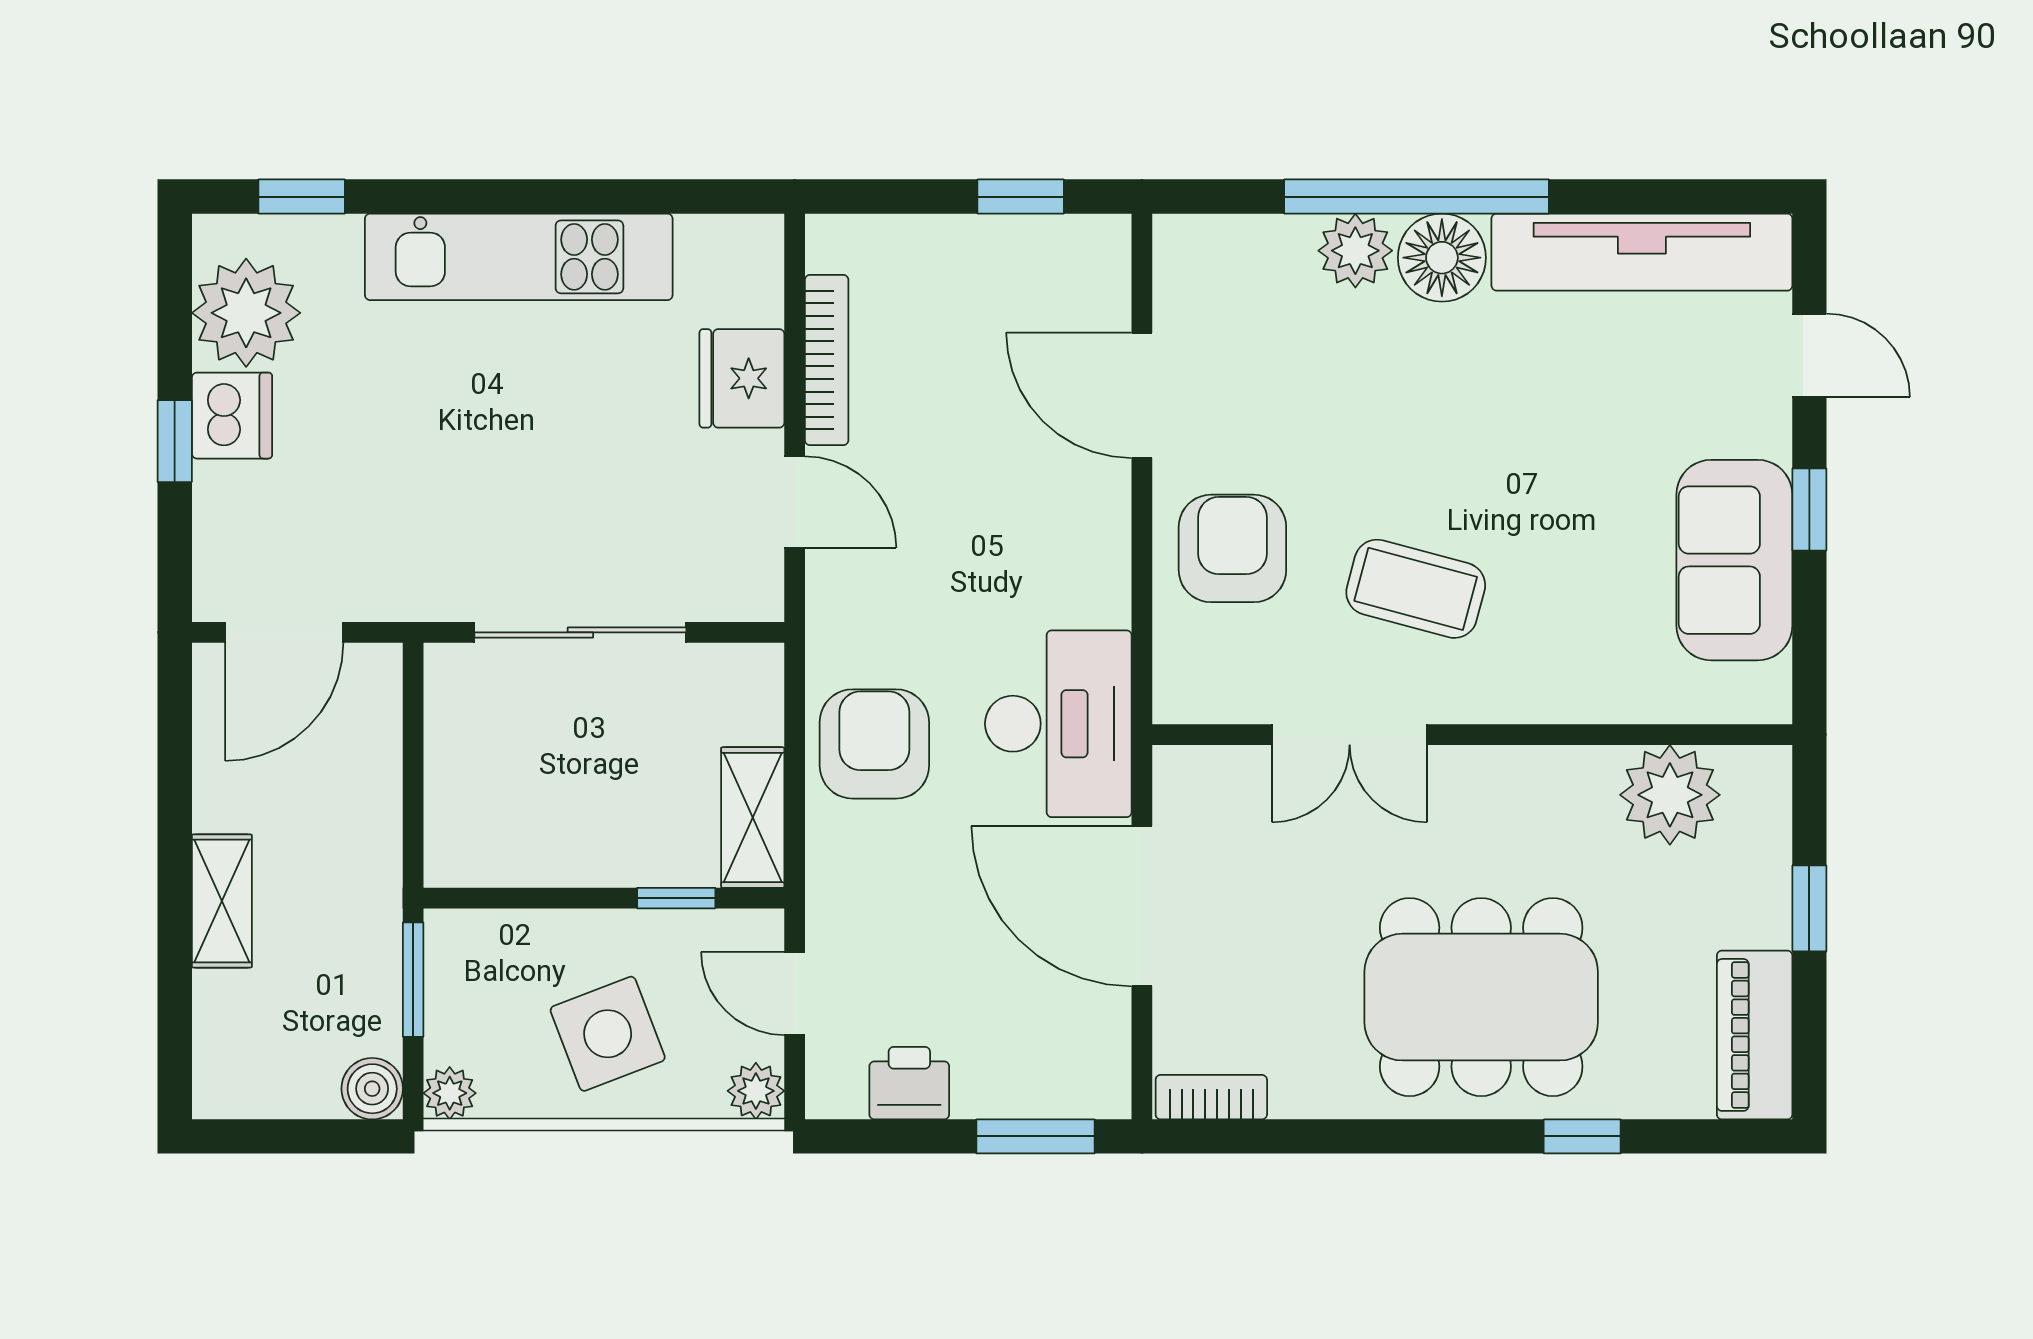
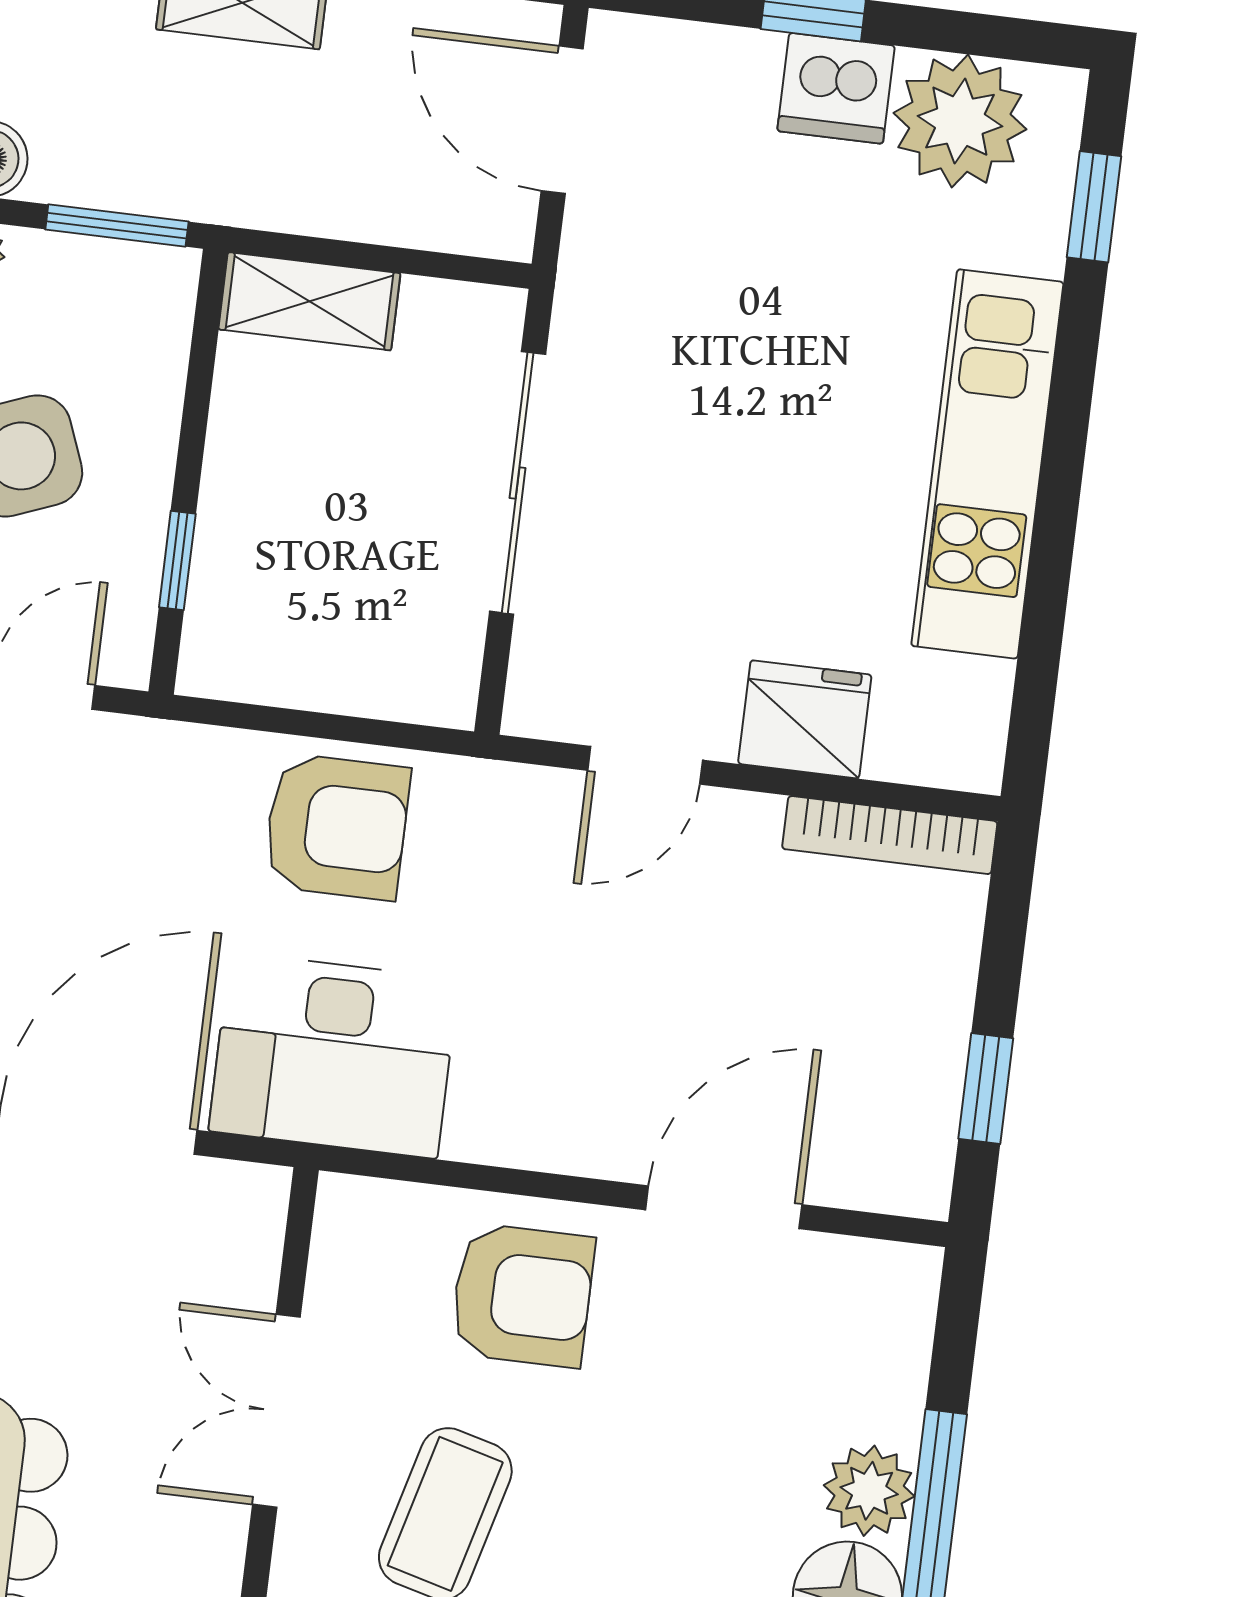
bookcase: (827, 360) -> (890, 835), moved
shelving: (753, 818) -> (309, 301), moved

